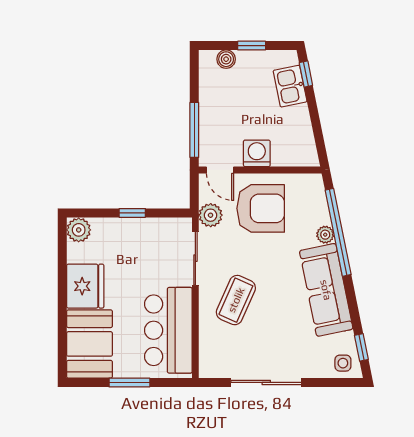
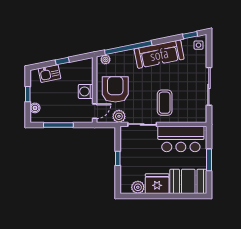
window: (306, 74) -> (62, 61), moved
window: (194, 130) -> (58, 125), moved
plant: (79, 230) -> (138, 187), moved
plant: (325, 235) -> (105, 59), moved
coffee table: (236, 300) -> (165, 103), turned 66

